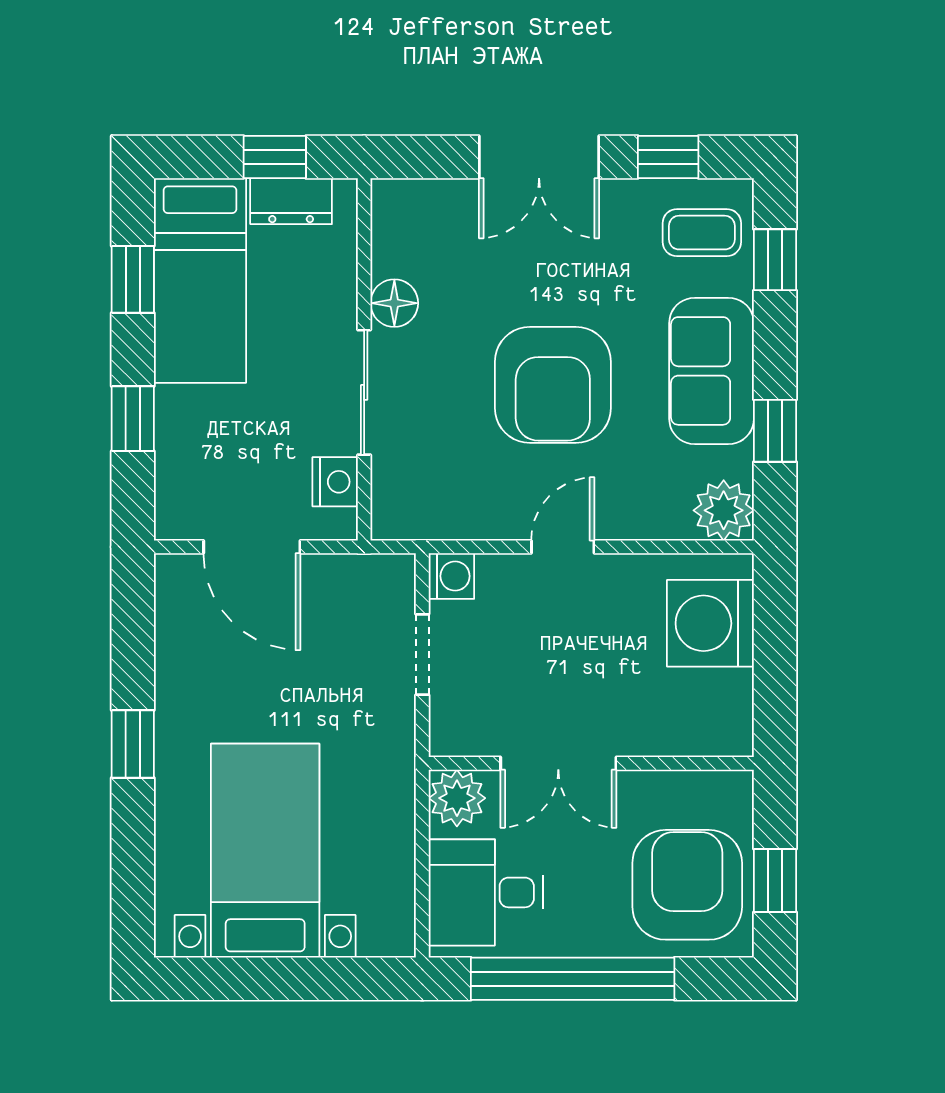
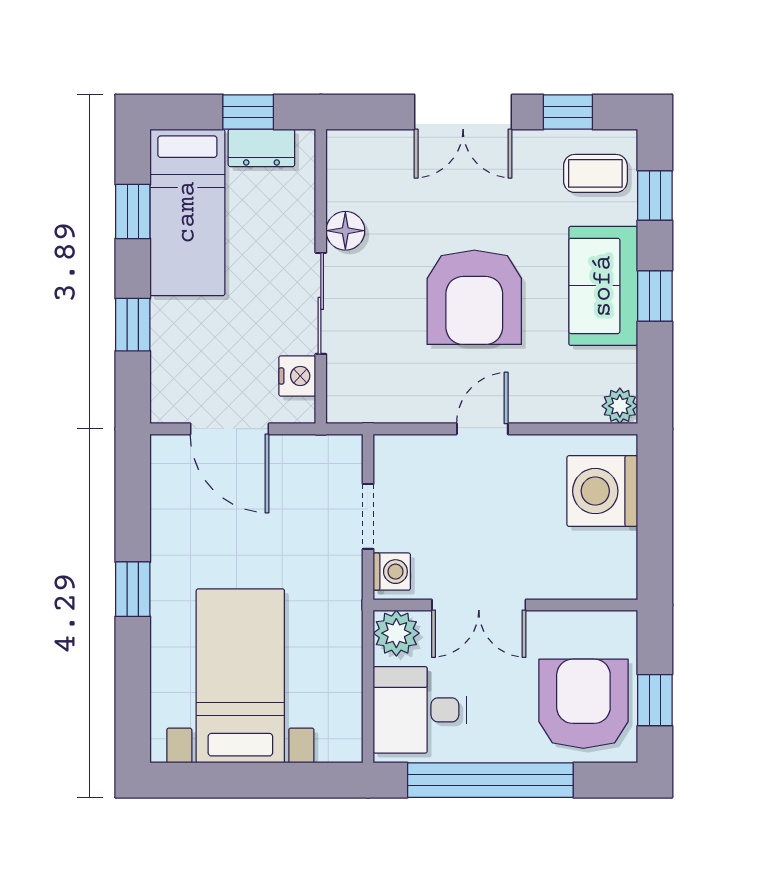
window: (775, 431) -> (655, 296), moved
plant: (724, 510) -> (620, 406), width x0.73, depth x0.73
washing machine: (451, 576) -> (392, 572), moved

